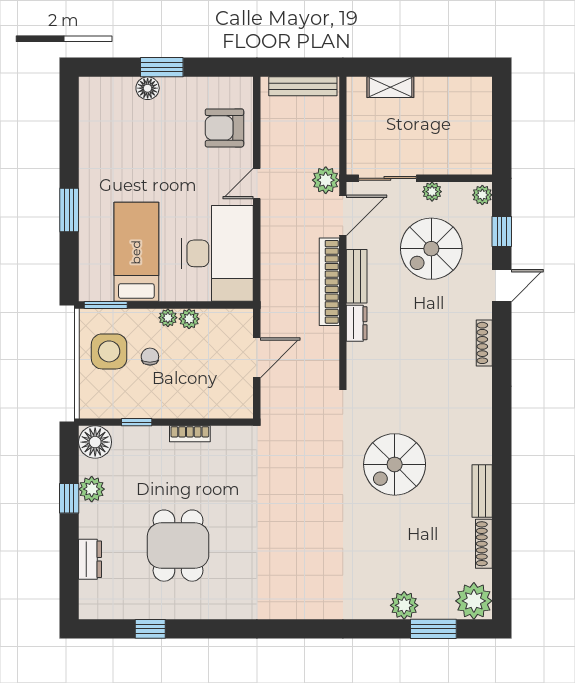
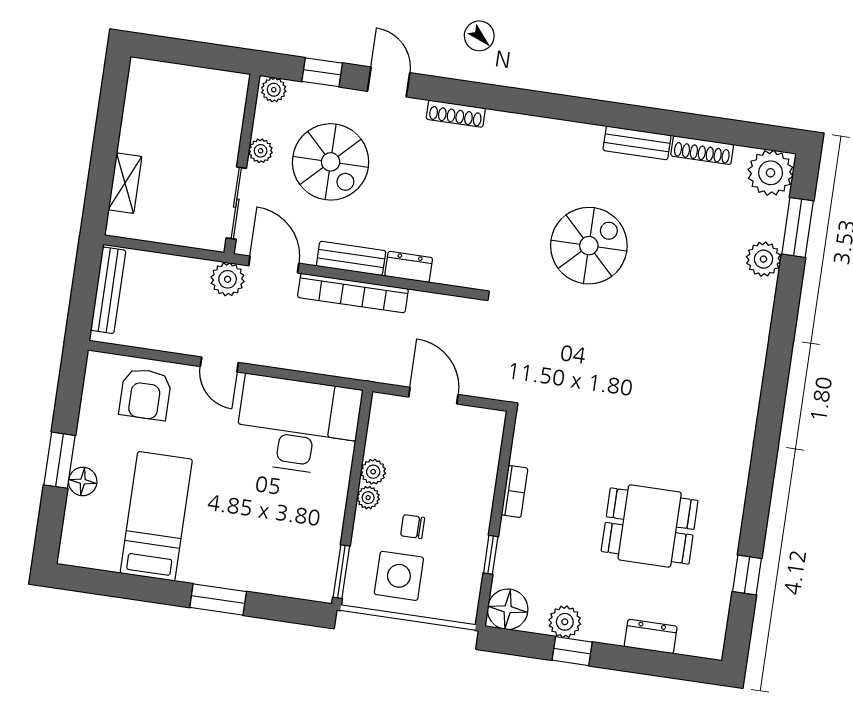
bed: (136, 252) -> (156, 516), moved, turned 90
spiral stairs: (395, 464) -> (589, 246), turned -90

